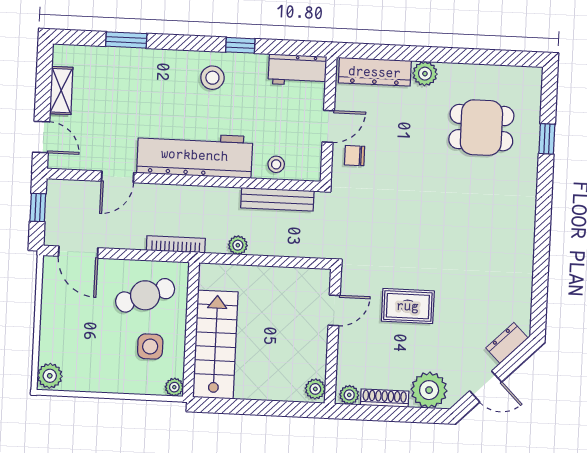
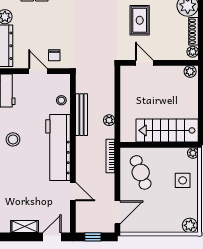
bench: (277, 199) -> (82, 115), moved
side table: (150, 347) -> (183, 180), moved

